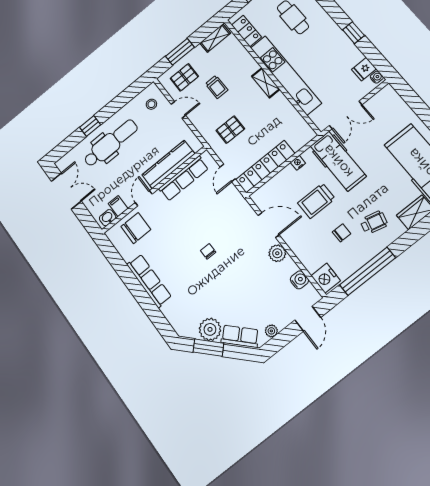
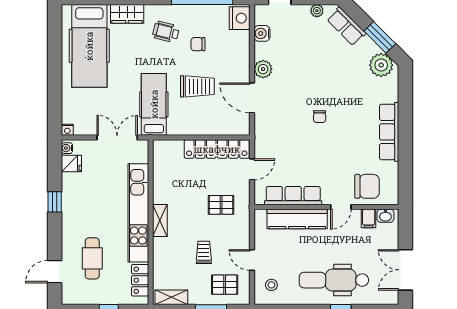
nightstand: (298, 163) -> (67, 130), moved
chair: (136, 228) -> (367, 186), turned 180
plant: (210, 329) -> (381, 65), moved

